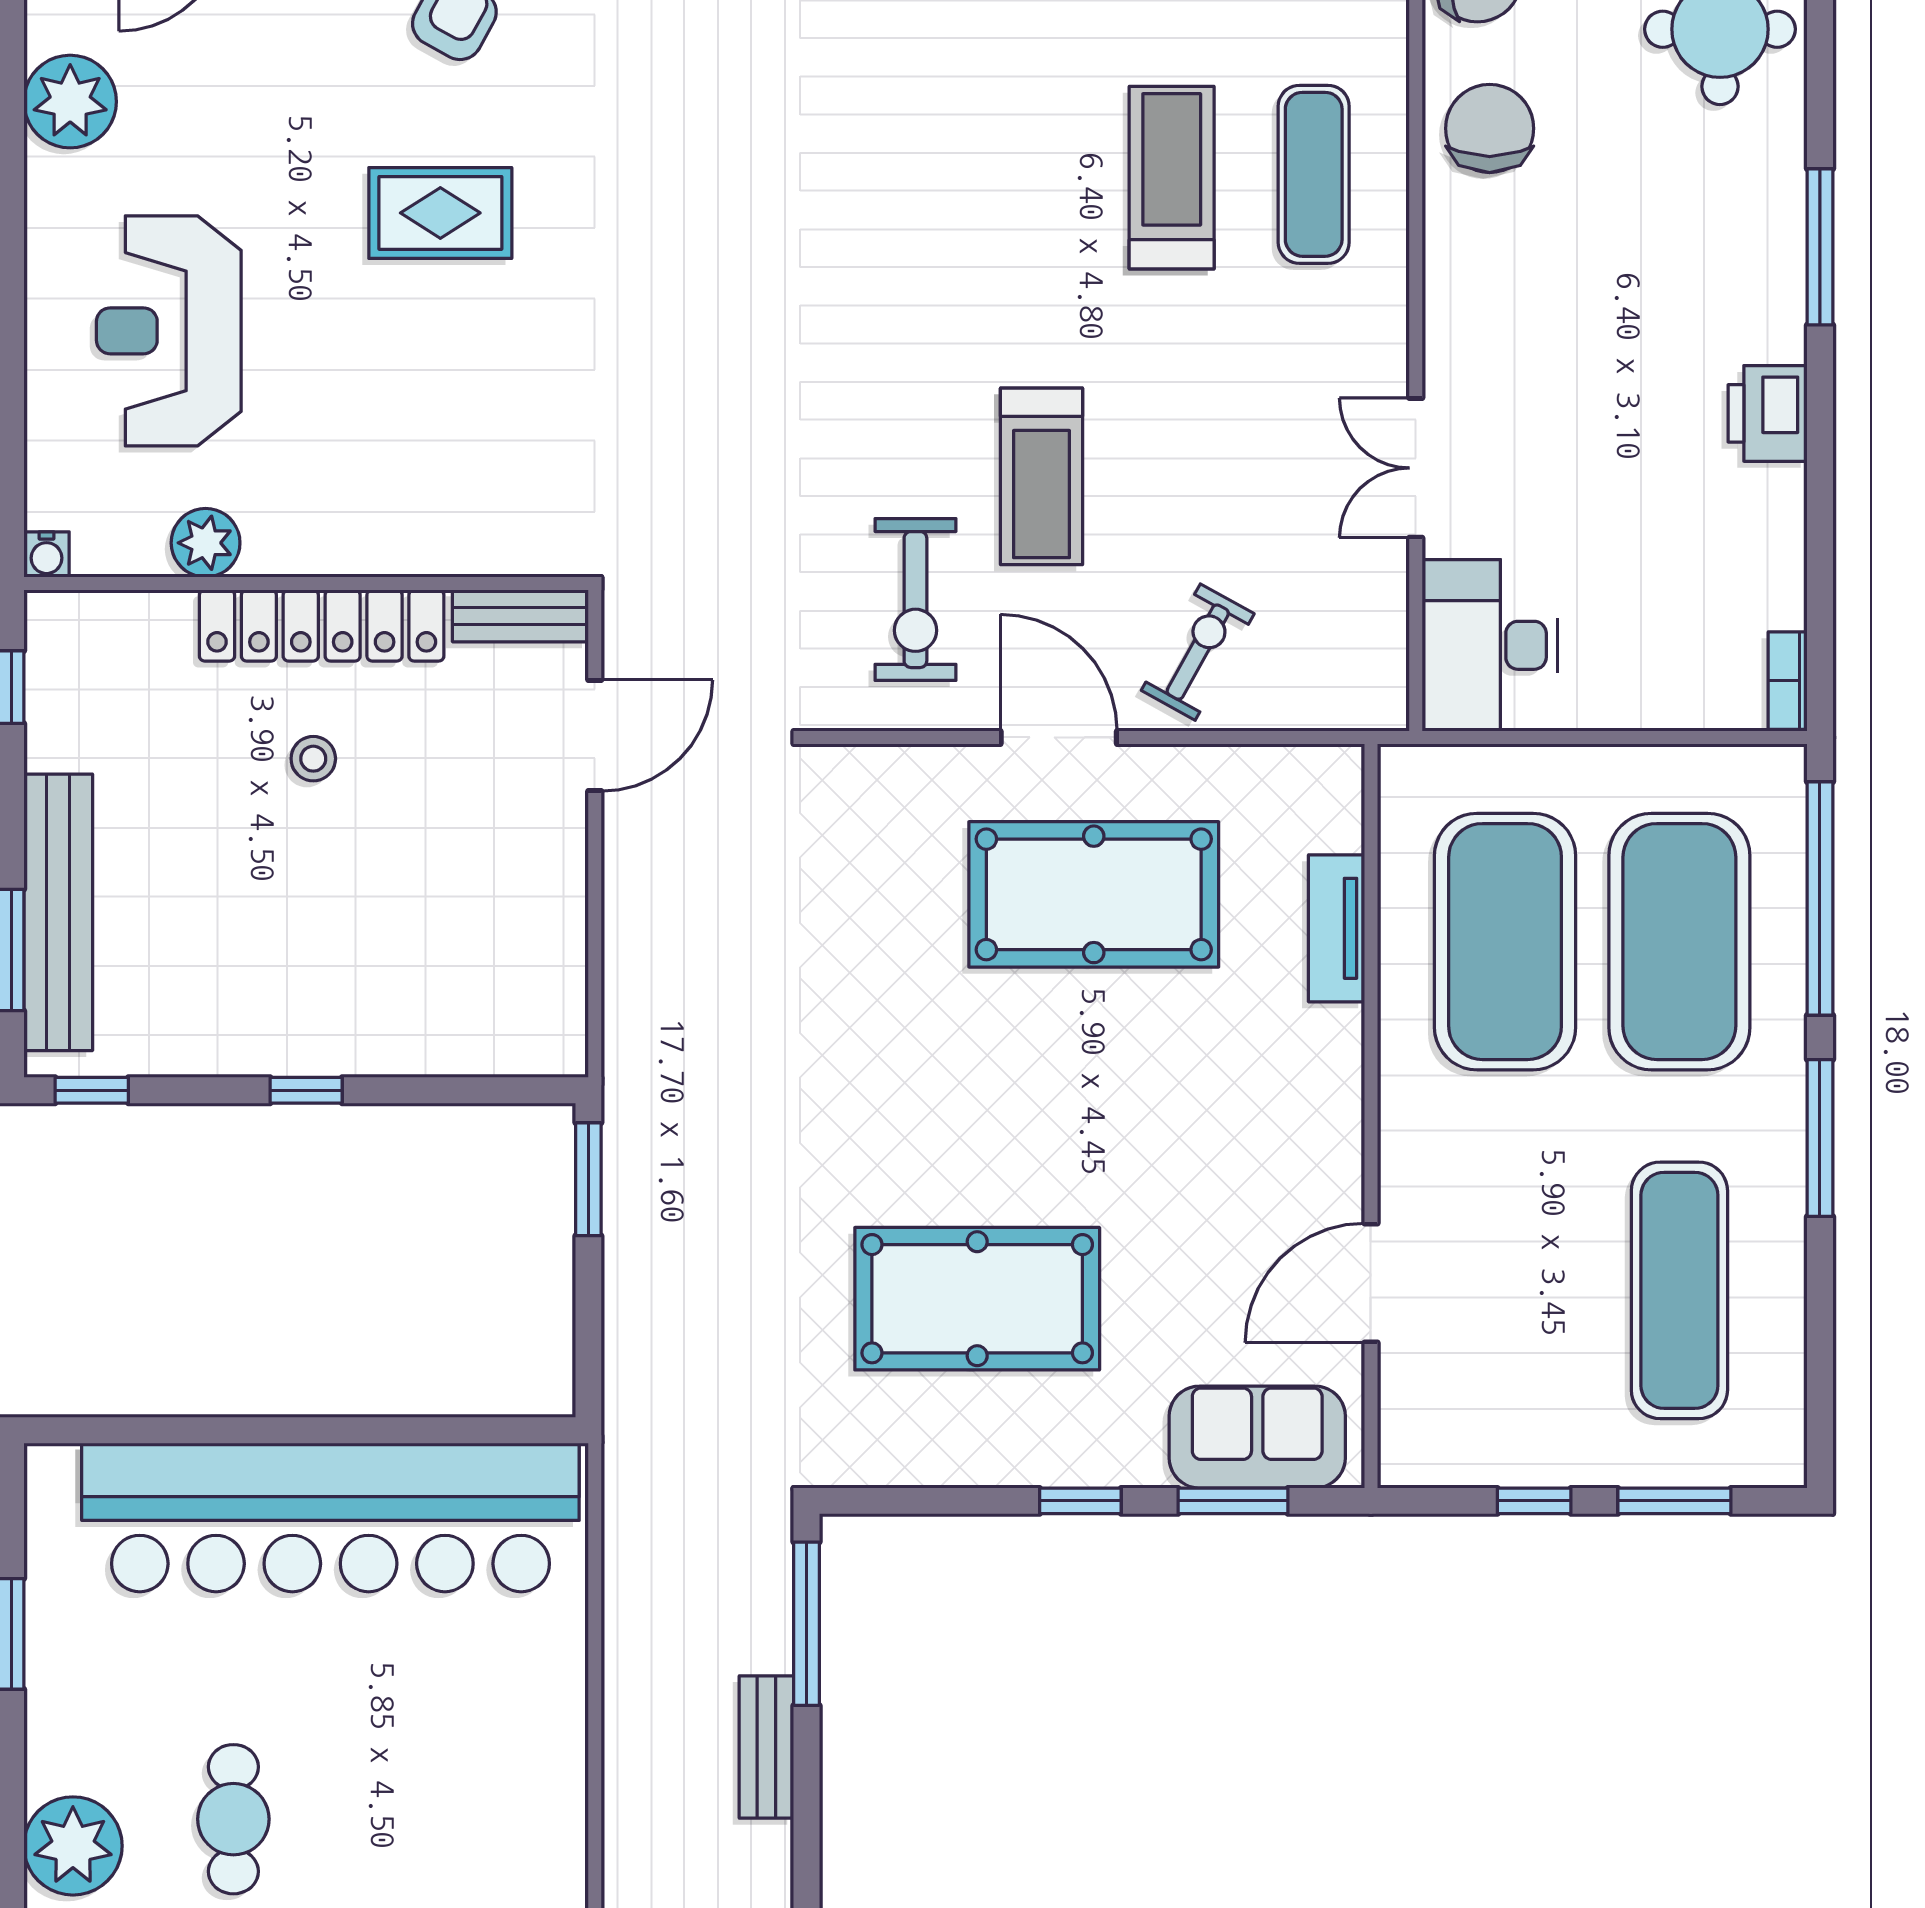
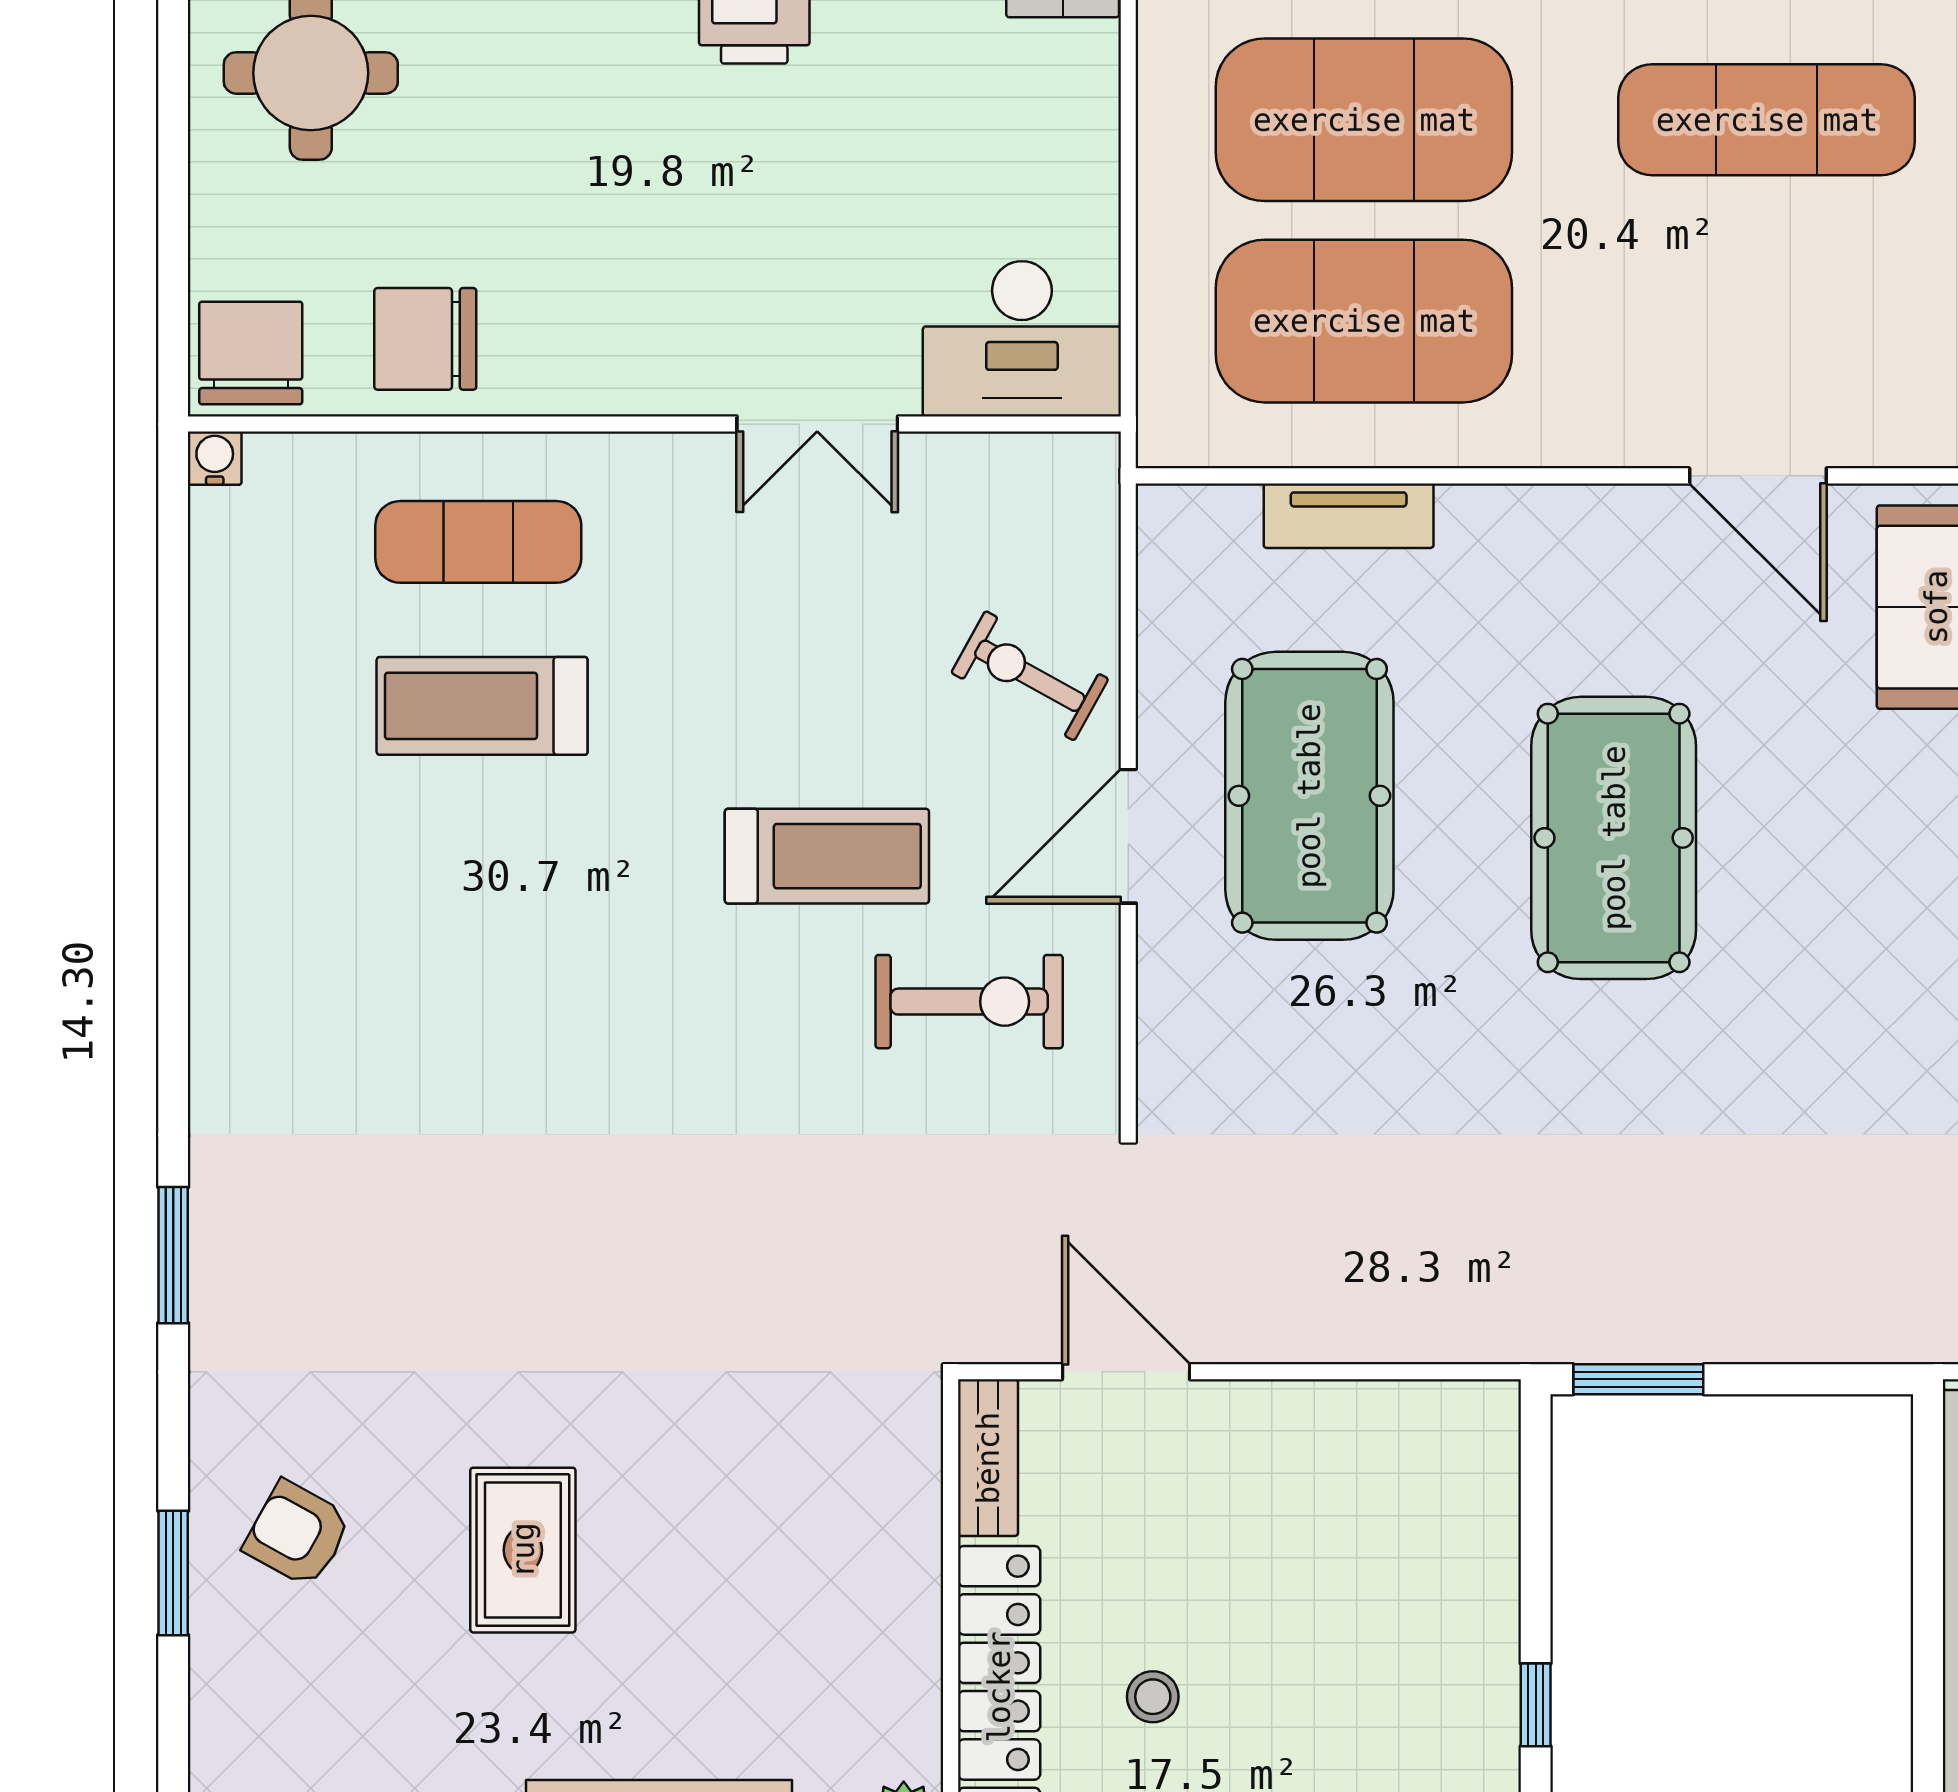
pool table: (977, 1299) -> (1614, 838), moved

